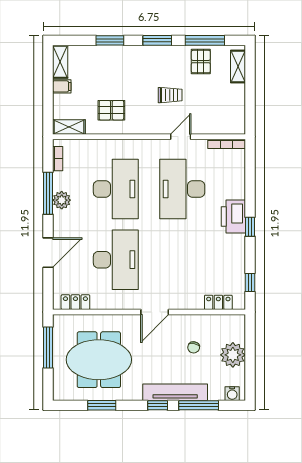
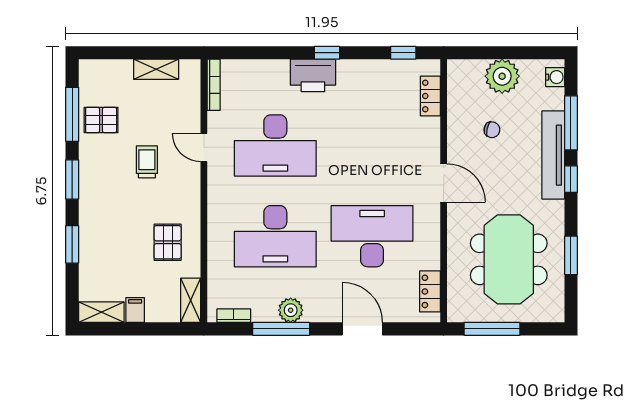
shelving: (238, 66) -> (156, 69), moved
desk: (116, 189) -> (275, 236), turned 180

